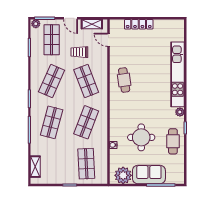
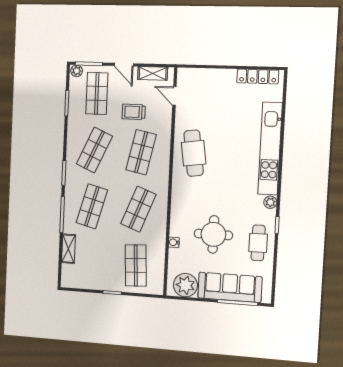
locker: (139, 24) -> (258, 76), moved
cafe table: (124, 80) -> (194, 153), width x1.37, depth x1.35
shop shelf: (86, 81) -> (141, 152), turned 33
shelving: (35, 167) -> (68, 249), moved
sofa: (149, 175) -> (230, 287), width x1.36

